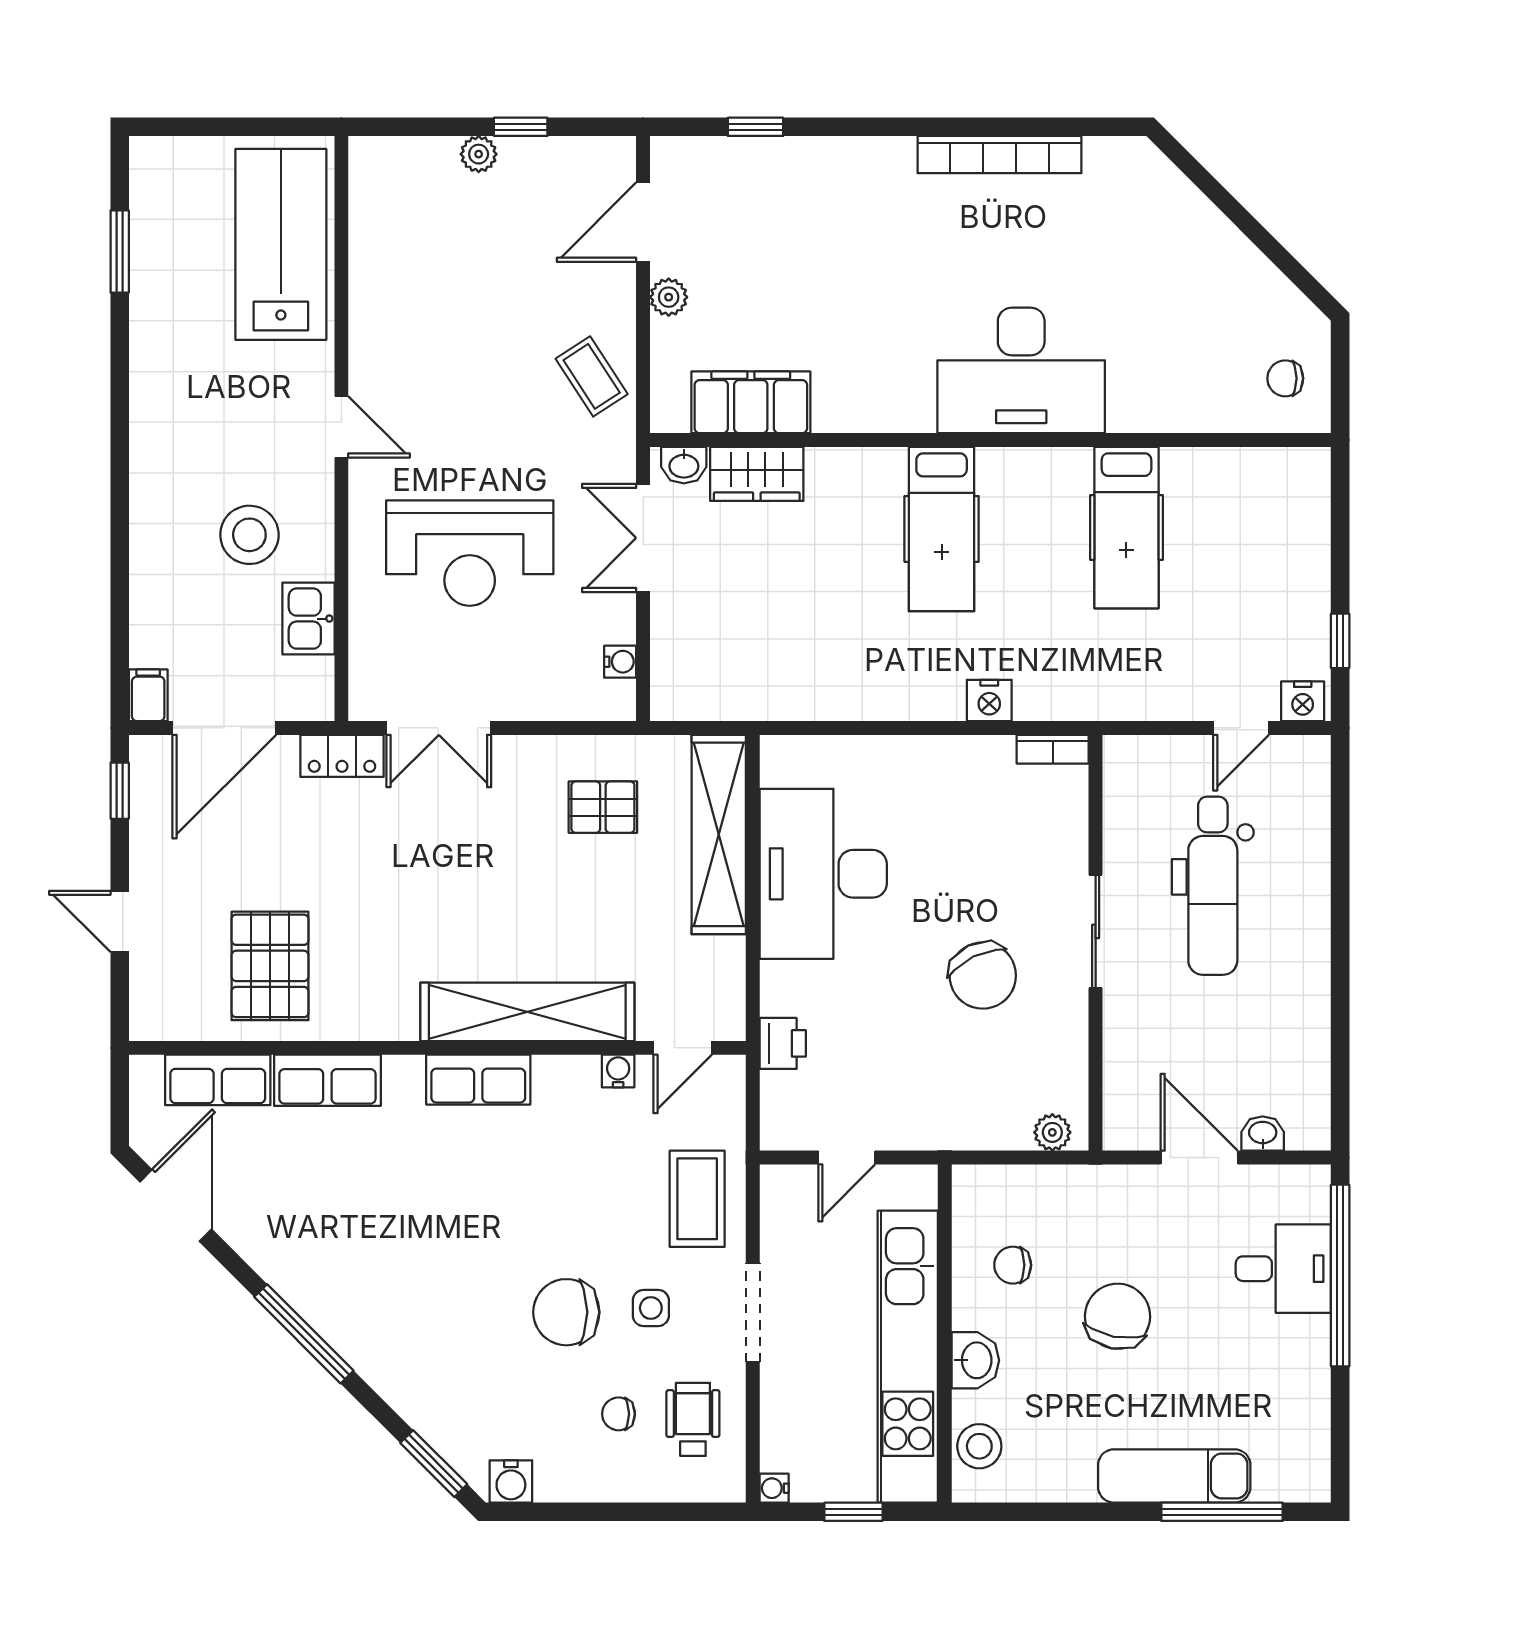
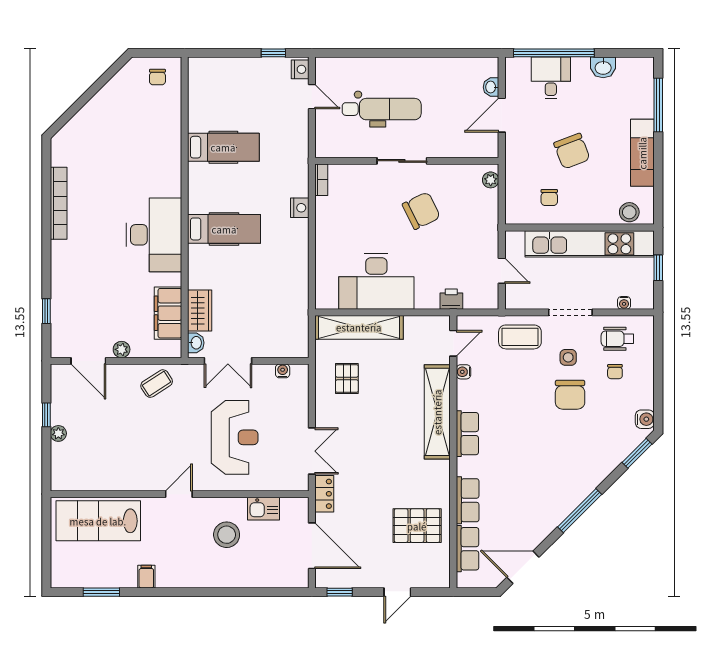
desk: (1021, 370) -> (154, 235), moved
filing cabinet: (148, 695) -> (146, 577), moved, turned 90
door: (683, 1048) -> (453, 343), hinge flipped
chair: (1118, 1316) -> (572, 151), turned -122
washbasin: (975, 1360) -> (603, 67), moved, turned 180
exam couch: (1174, 1476) -> (642, 153), moved
water cooler: (774, 1488) -> (624, 303), moved

